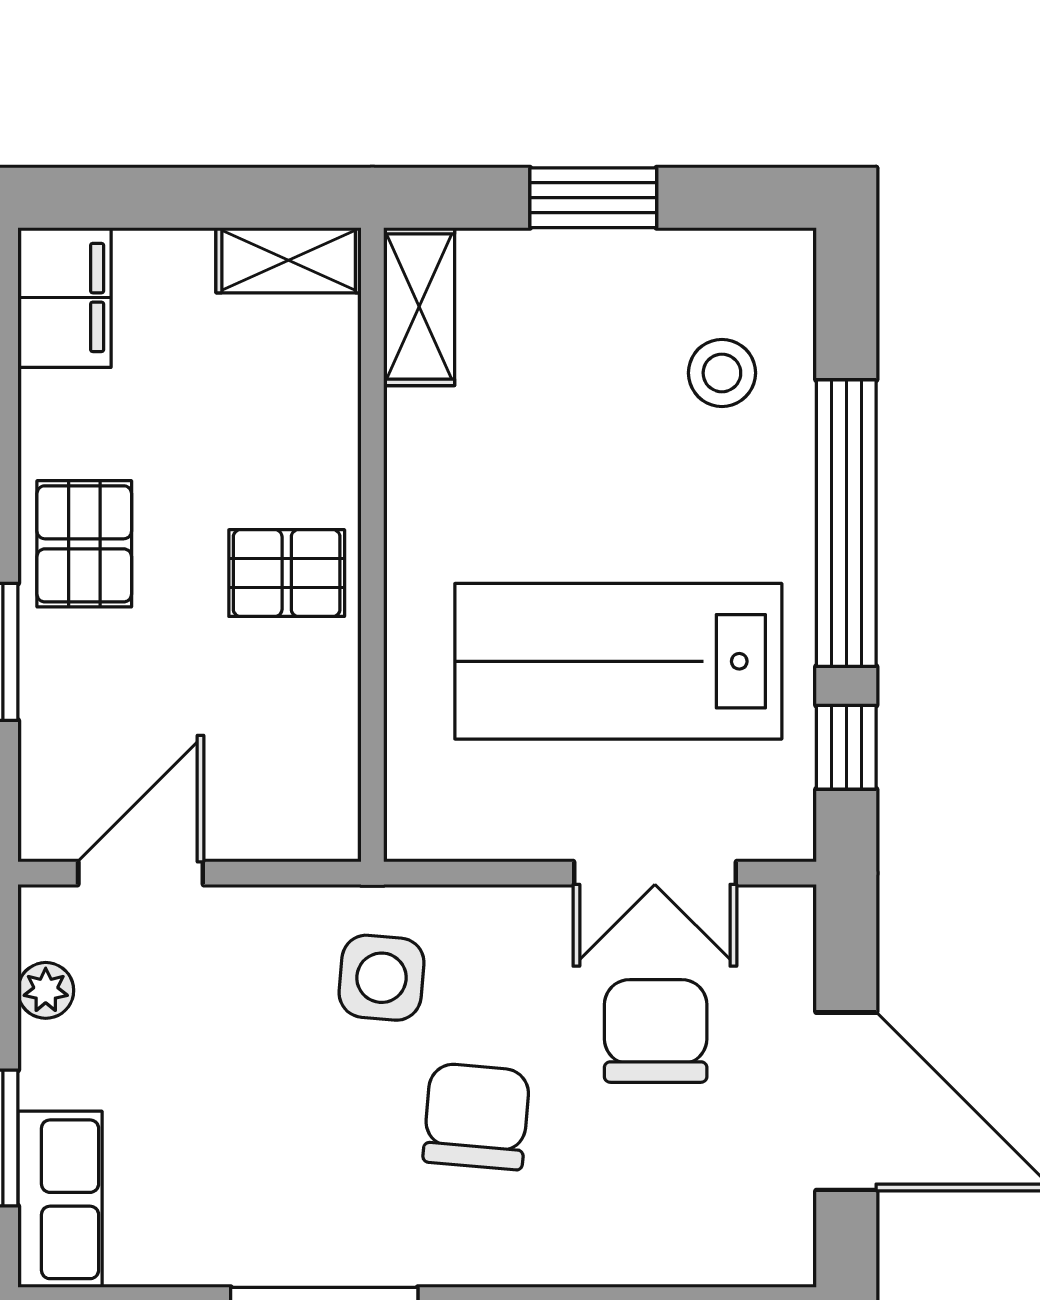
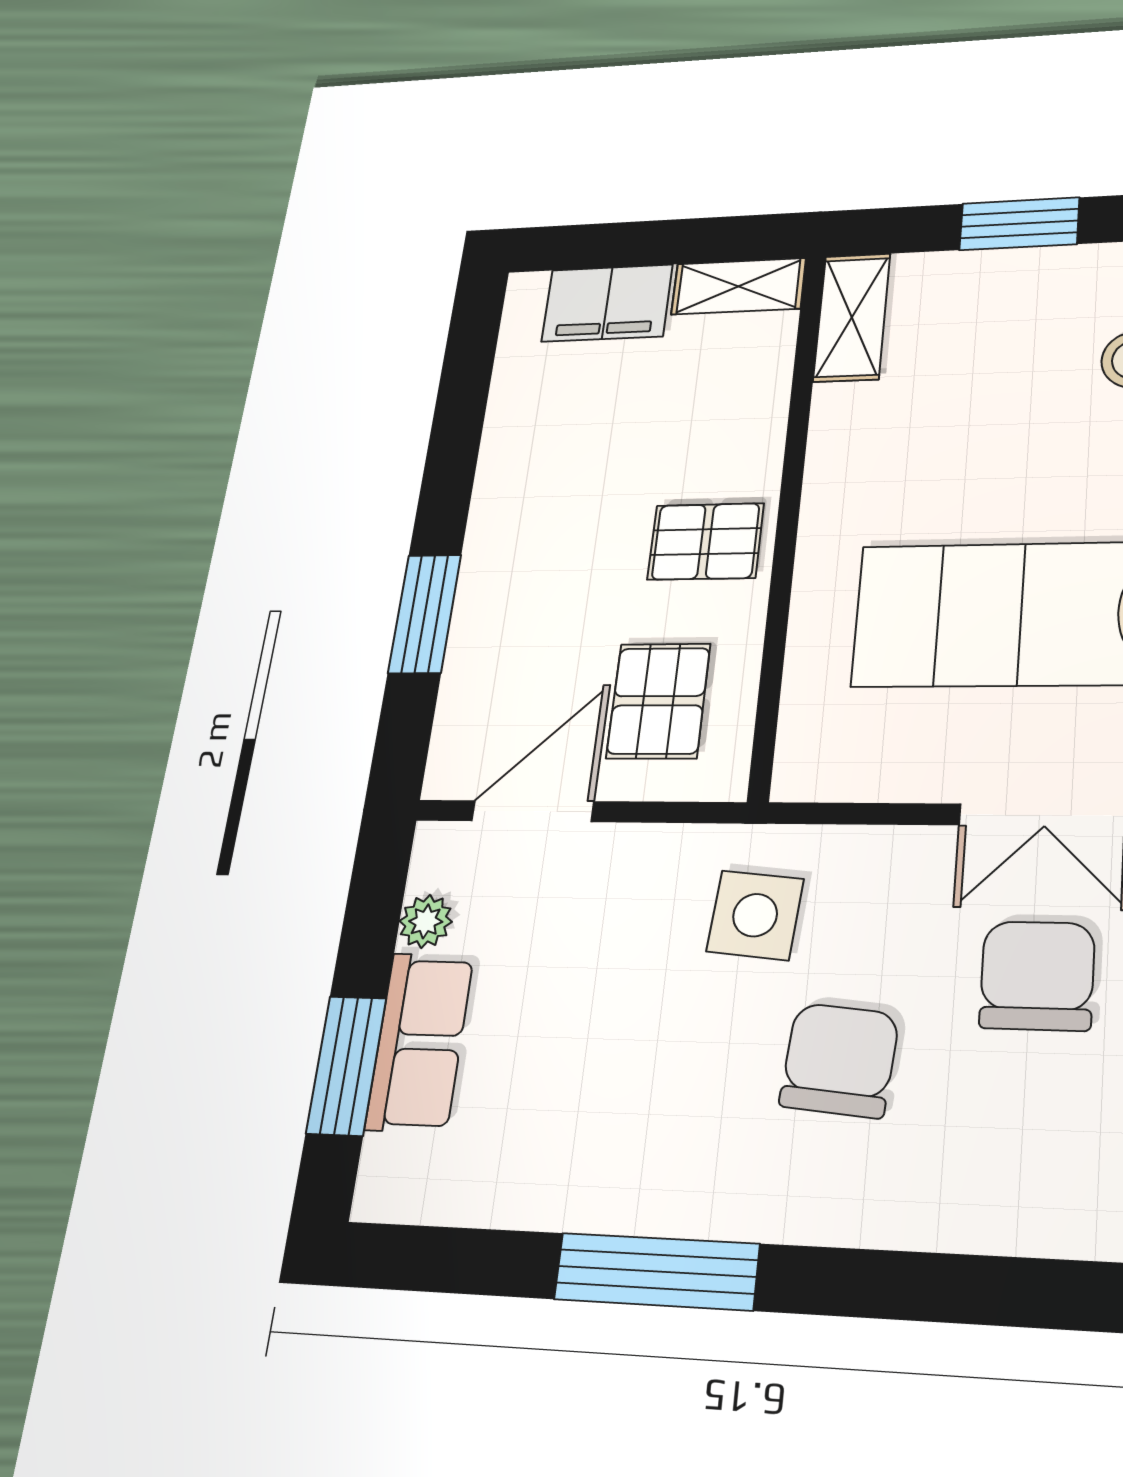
filing cabinet: (64, 297) -> (607, 303), moved, turned 90
pallet: (84, 544) -> (658, 701), moved
row of seats: (60, 1199) -> (420, 1042), moved

